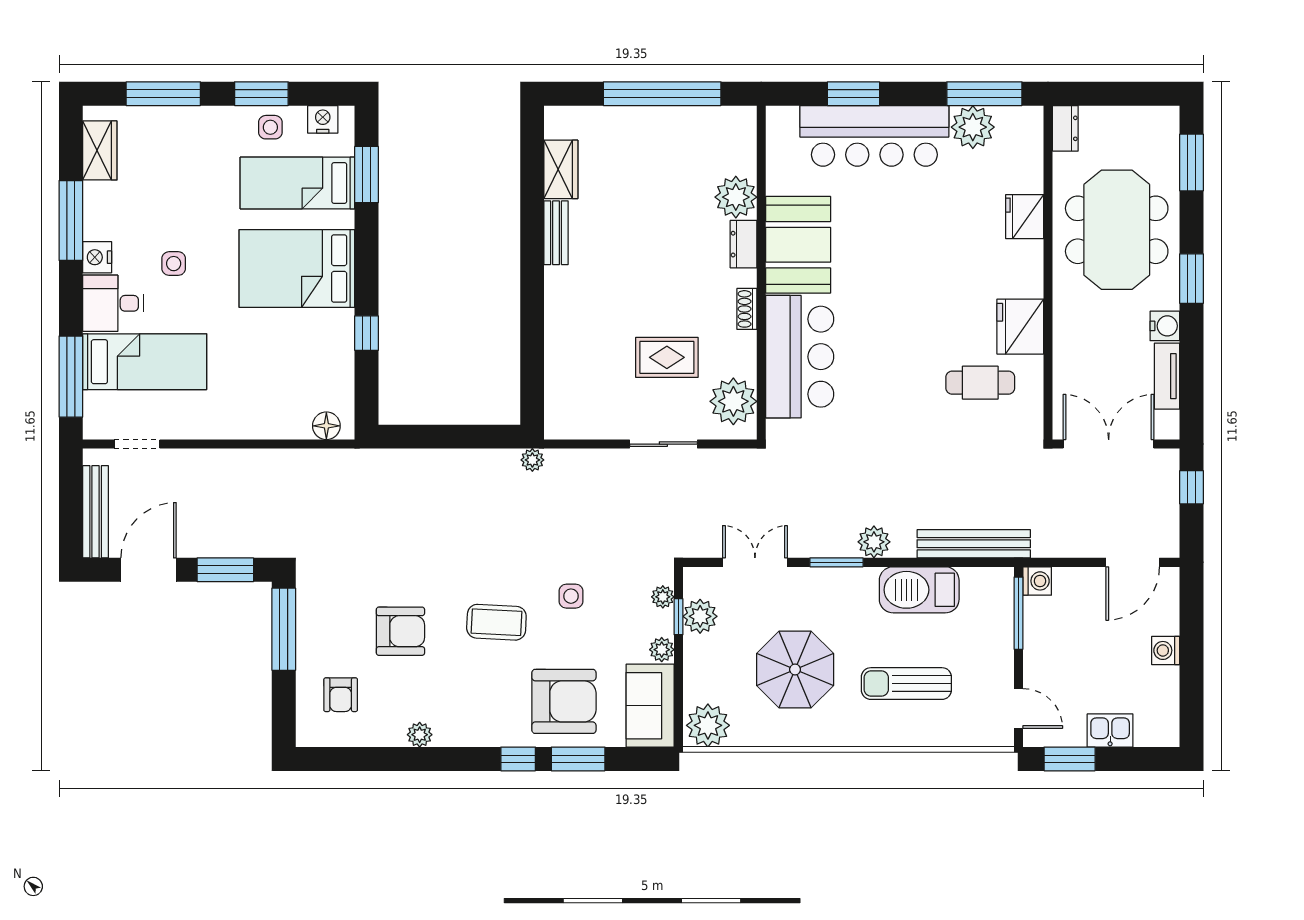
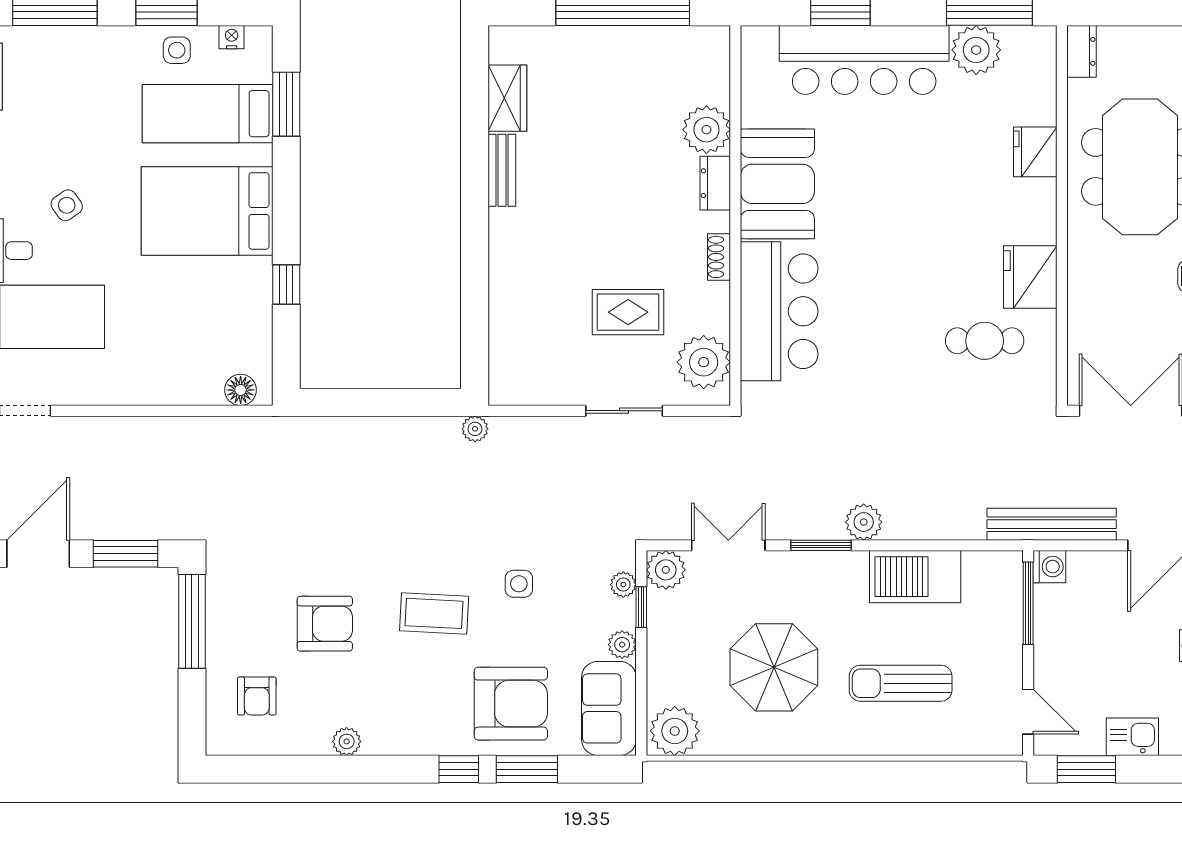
nightstand: (323, 119) -> (232, 37), width x0.72, depth x0.74
side table: (174, 264) -> (67, 205), turned -35
bench: (974, 544) -> (1052, 524), moved
plant: (700, 616) -> (666, 570), moved

